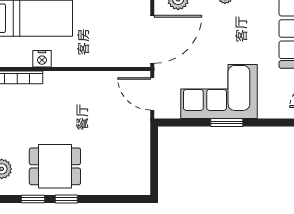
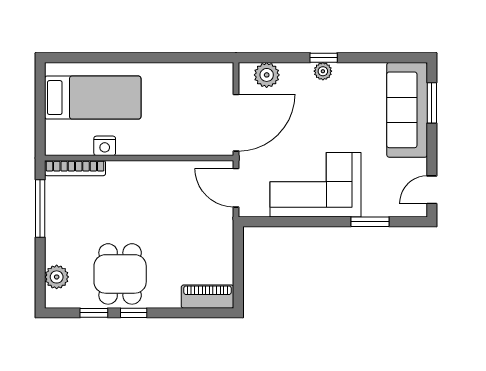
window: (227, 123) -> (370, 222), moved
dining table: (55, 166) -> (120, 274), turned 90
piano: (128, 185) -> (207, 297), added

